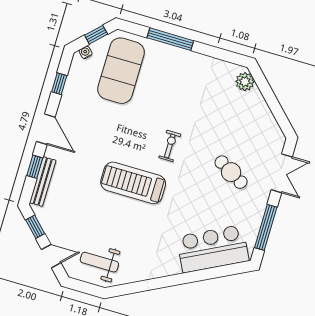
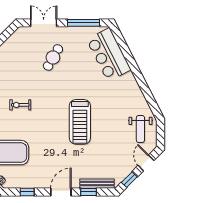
exercise bike: (170, 146) -> (20, 105), moved

